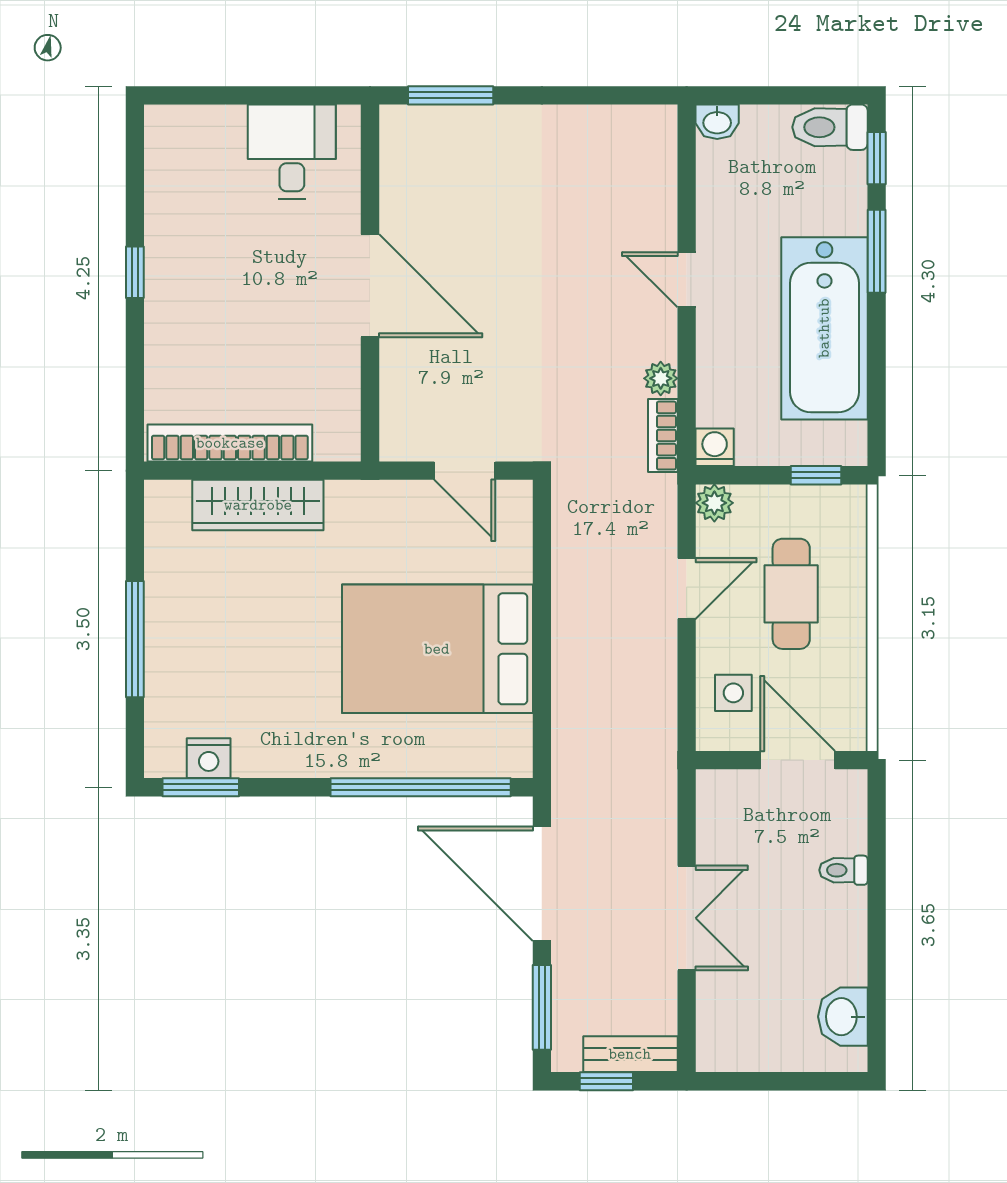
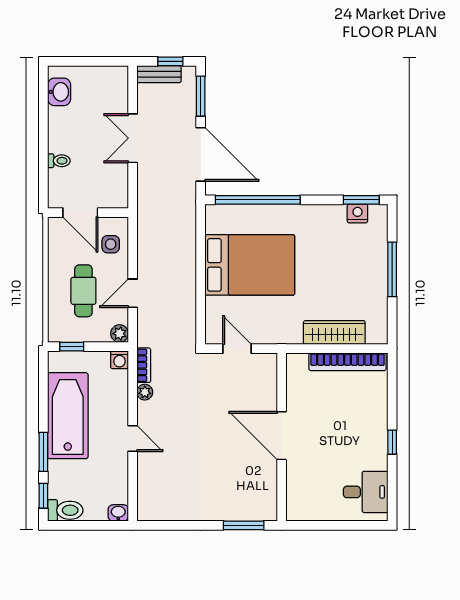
desk: (292, 152) -> (366, 492), moved, turned -90

